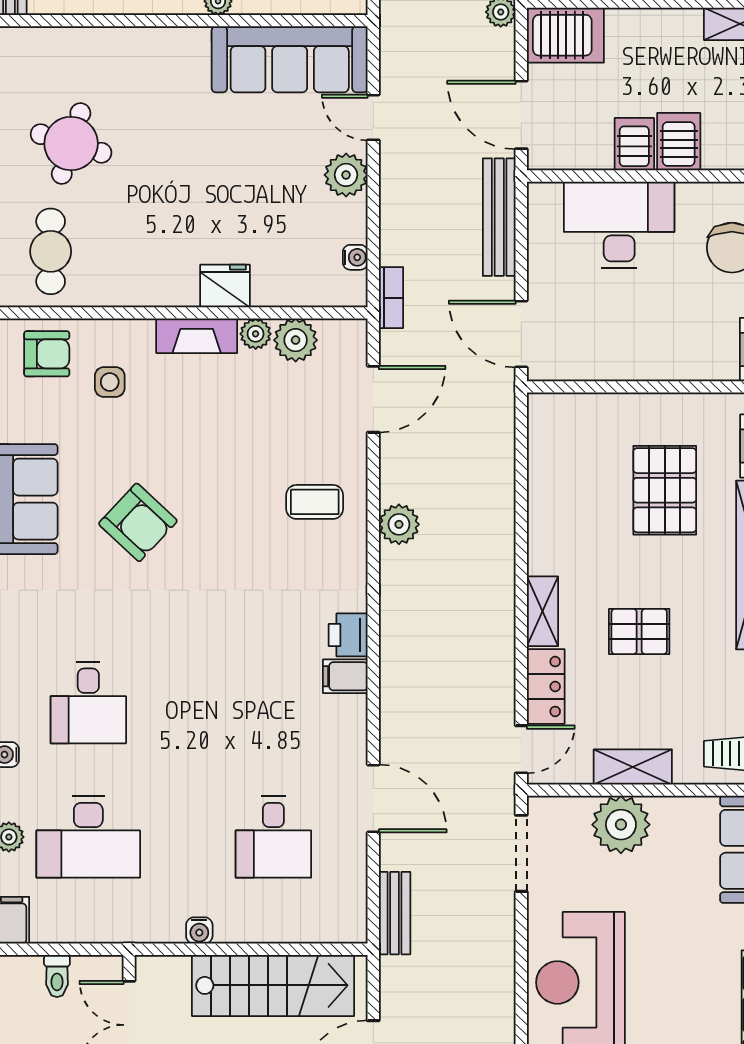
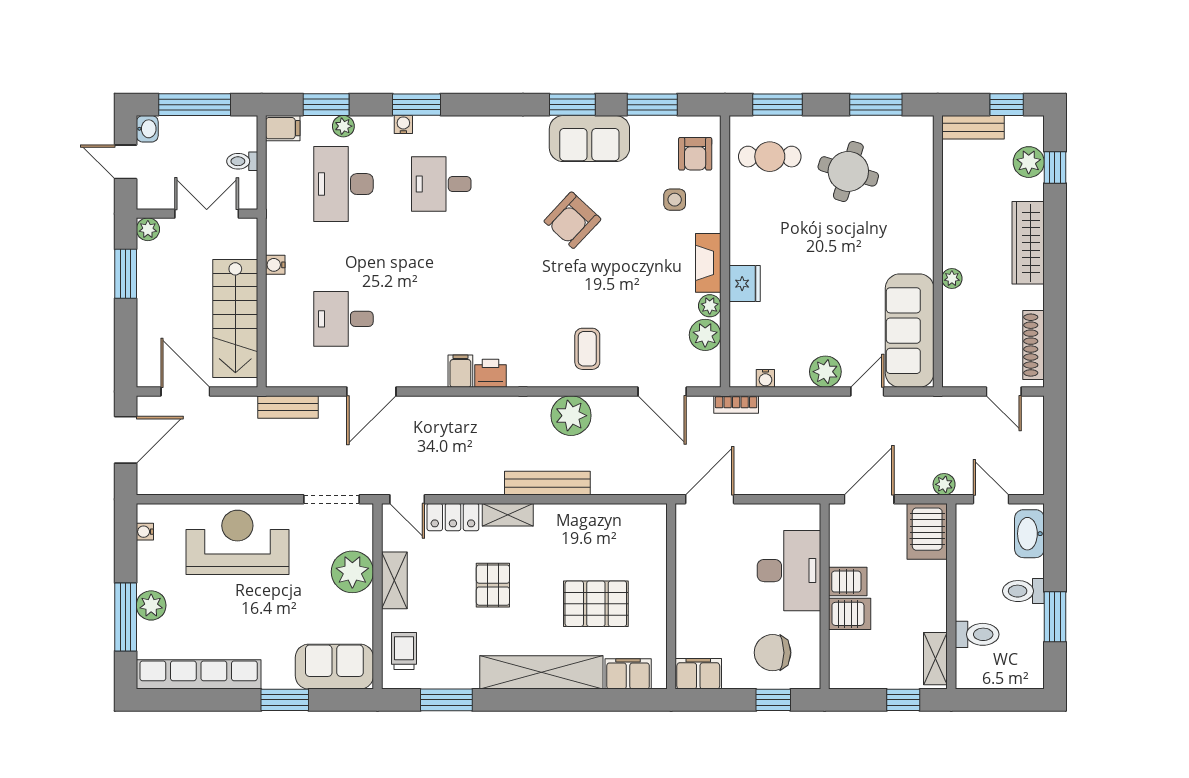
bench: (499, 217) -> (547, 483), moved
plant: (399, 524) -> (571, 416), width x1.36, depth x1.36

